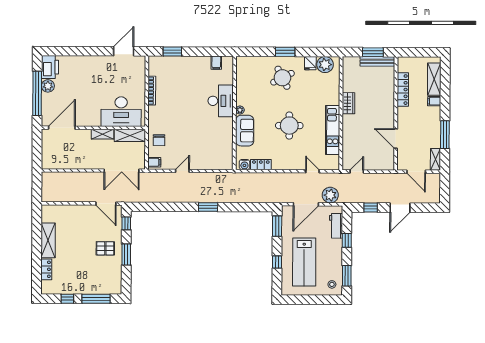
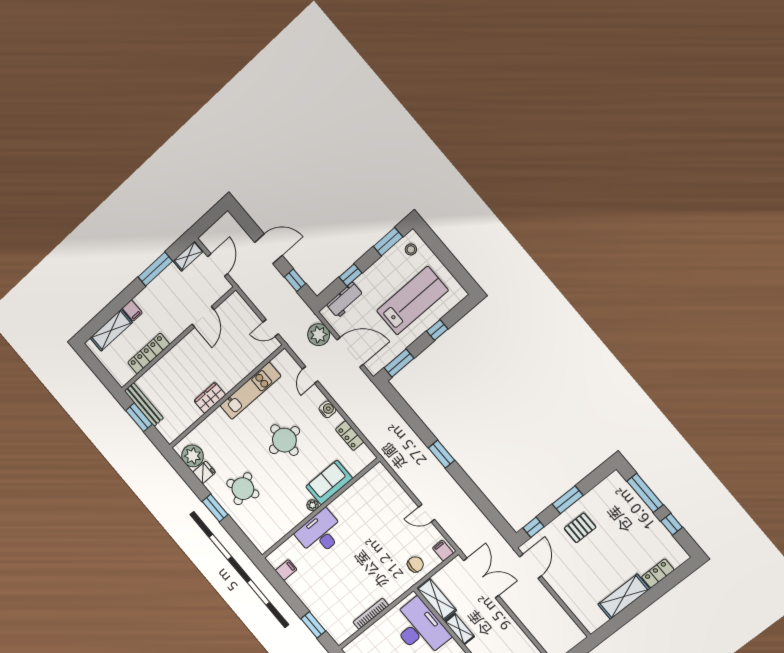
water cooler: (244, 165) -> (327, 409), moved
pallet: (105, 248) -> (580, 528), turned 90

